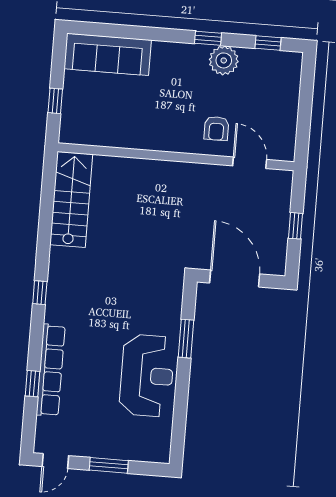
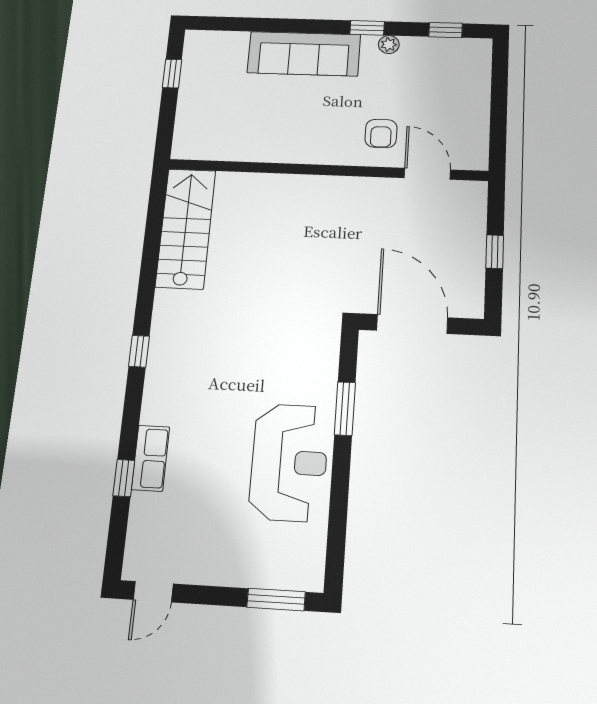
sofa: (108, 54) -> (304, 54), moved
plant: (224, 60) -> (389, 45), width x0.53, depth x0.53
window: (55, 101) -> (172, 74), moved
row of seats: (51, 370) -> (151, 458), width x0.50
window: (109, 465) -> (276, 599), moved

